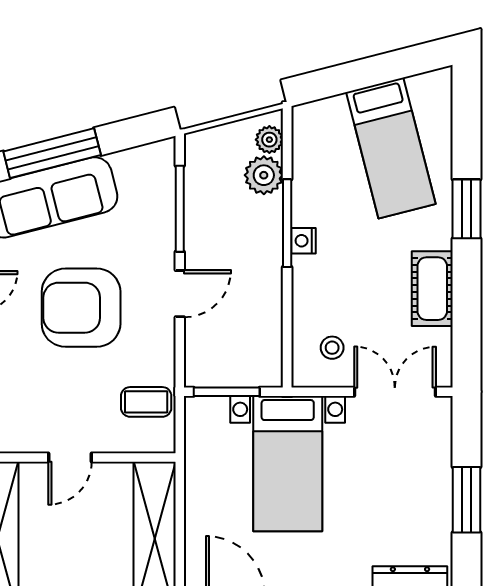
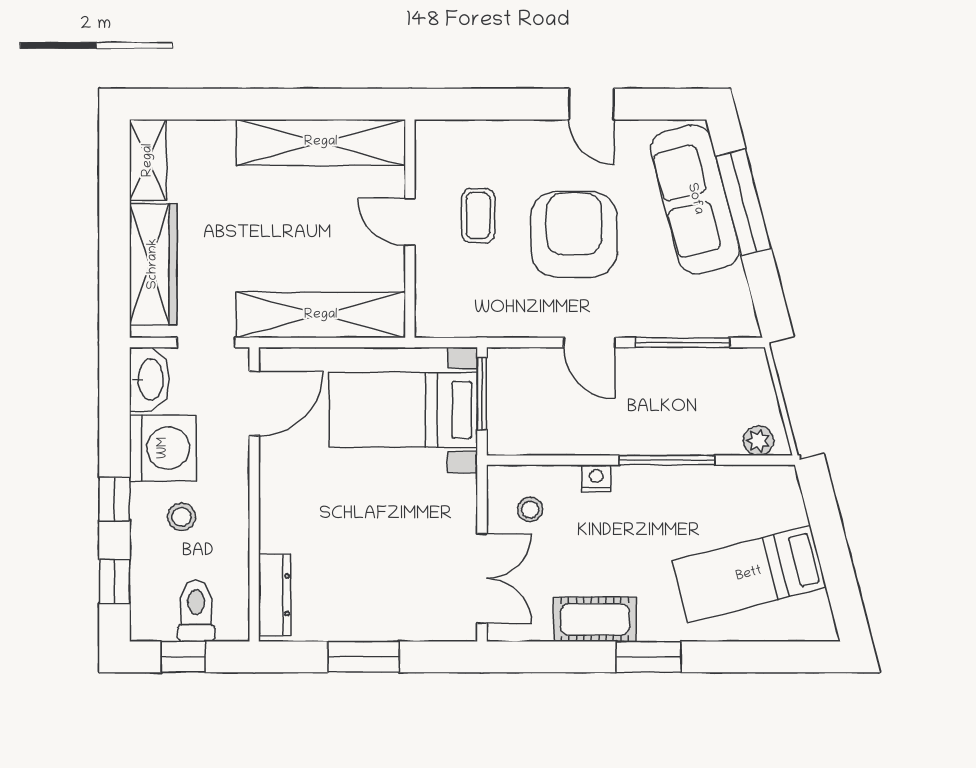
plant: (264, 175) -> (719, 435), removed
window: (466, 209) -> (648, 657), moved
nightstand: (304, 241) -> (596, 478), moved
coffee table: (146, 402) -> (478, 216), moved
bed with nightstands: (288, 464) -> (403, 410), moved

